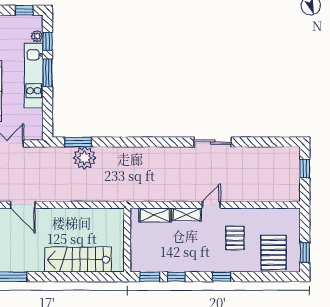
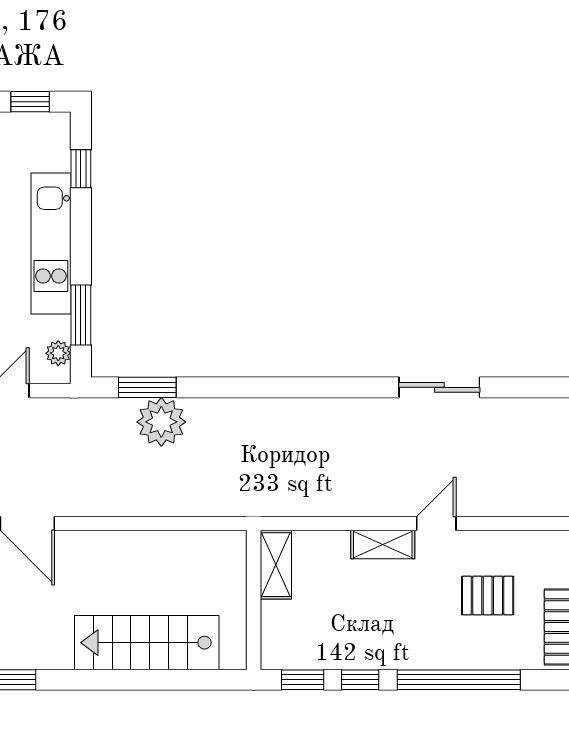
plant: (37, 36) -> (58, 353), moved
window: (48, 73) -> (81, 315), moved
shelving: (155, 215) -> (276, 565), moved, turned 90
pallet: (235, 238) -> (488, 596), turned 90
window: (222, 277) -> (459, 680), width x3.17

